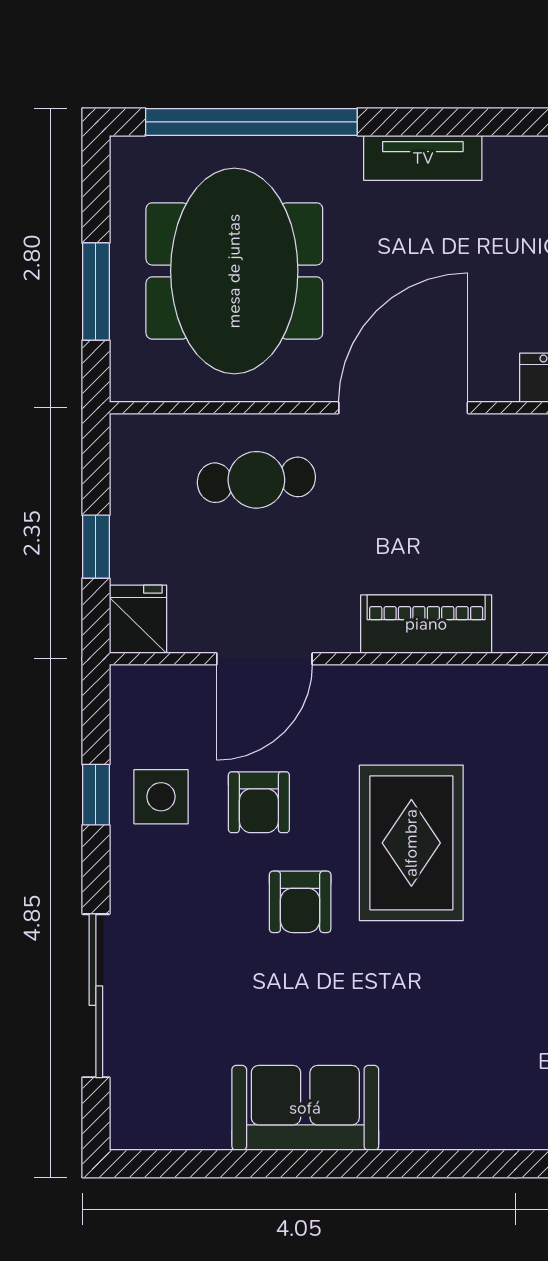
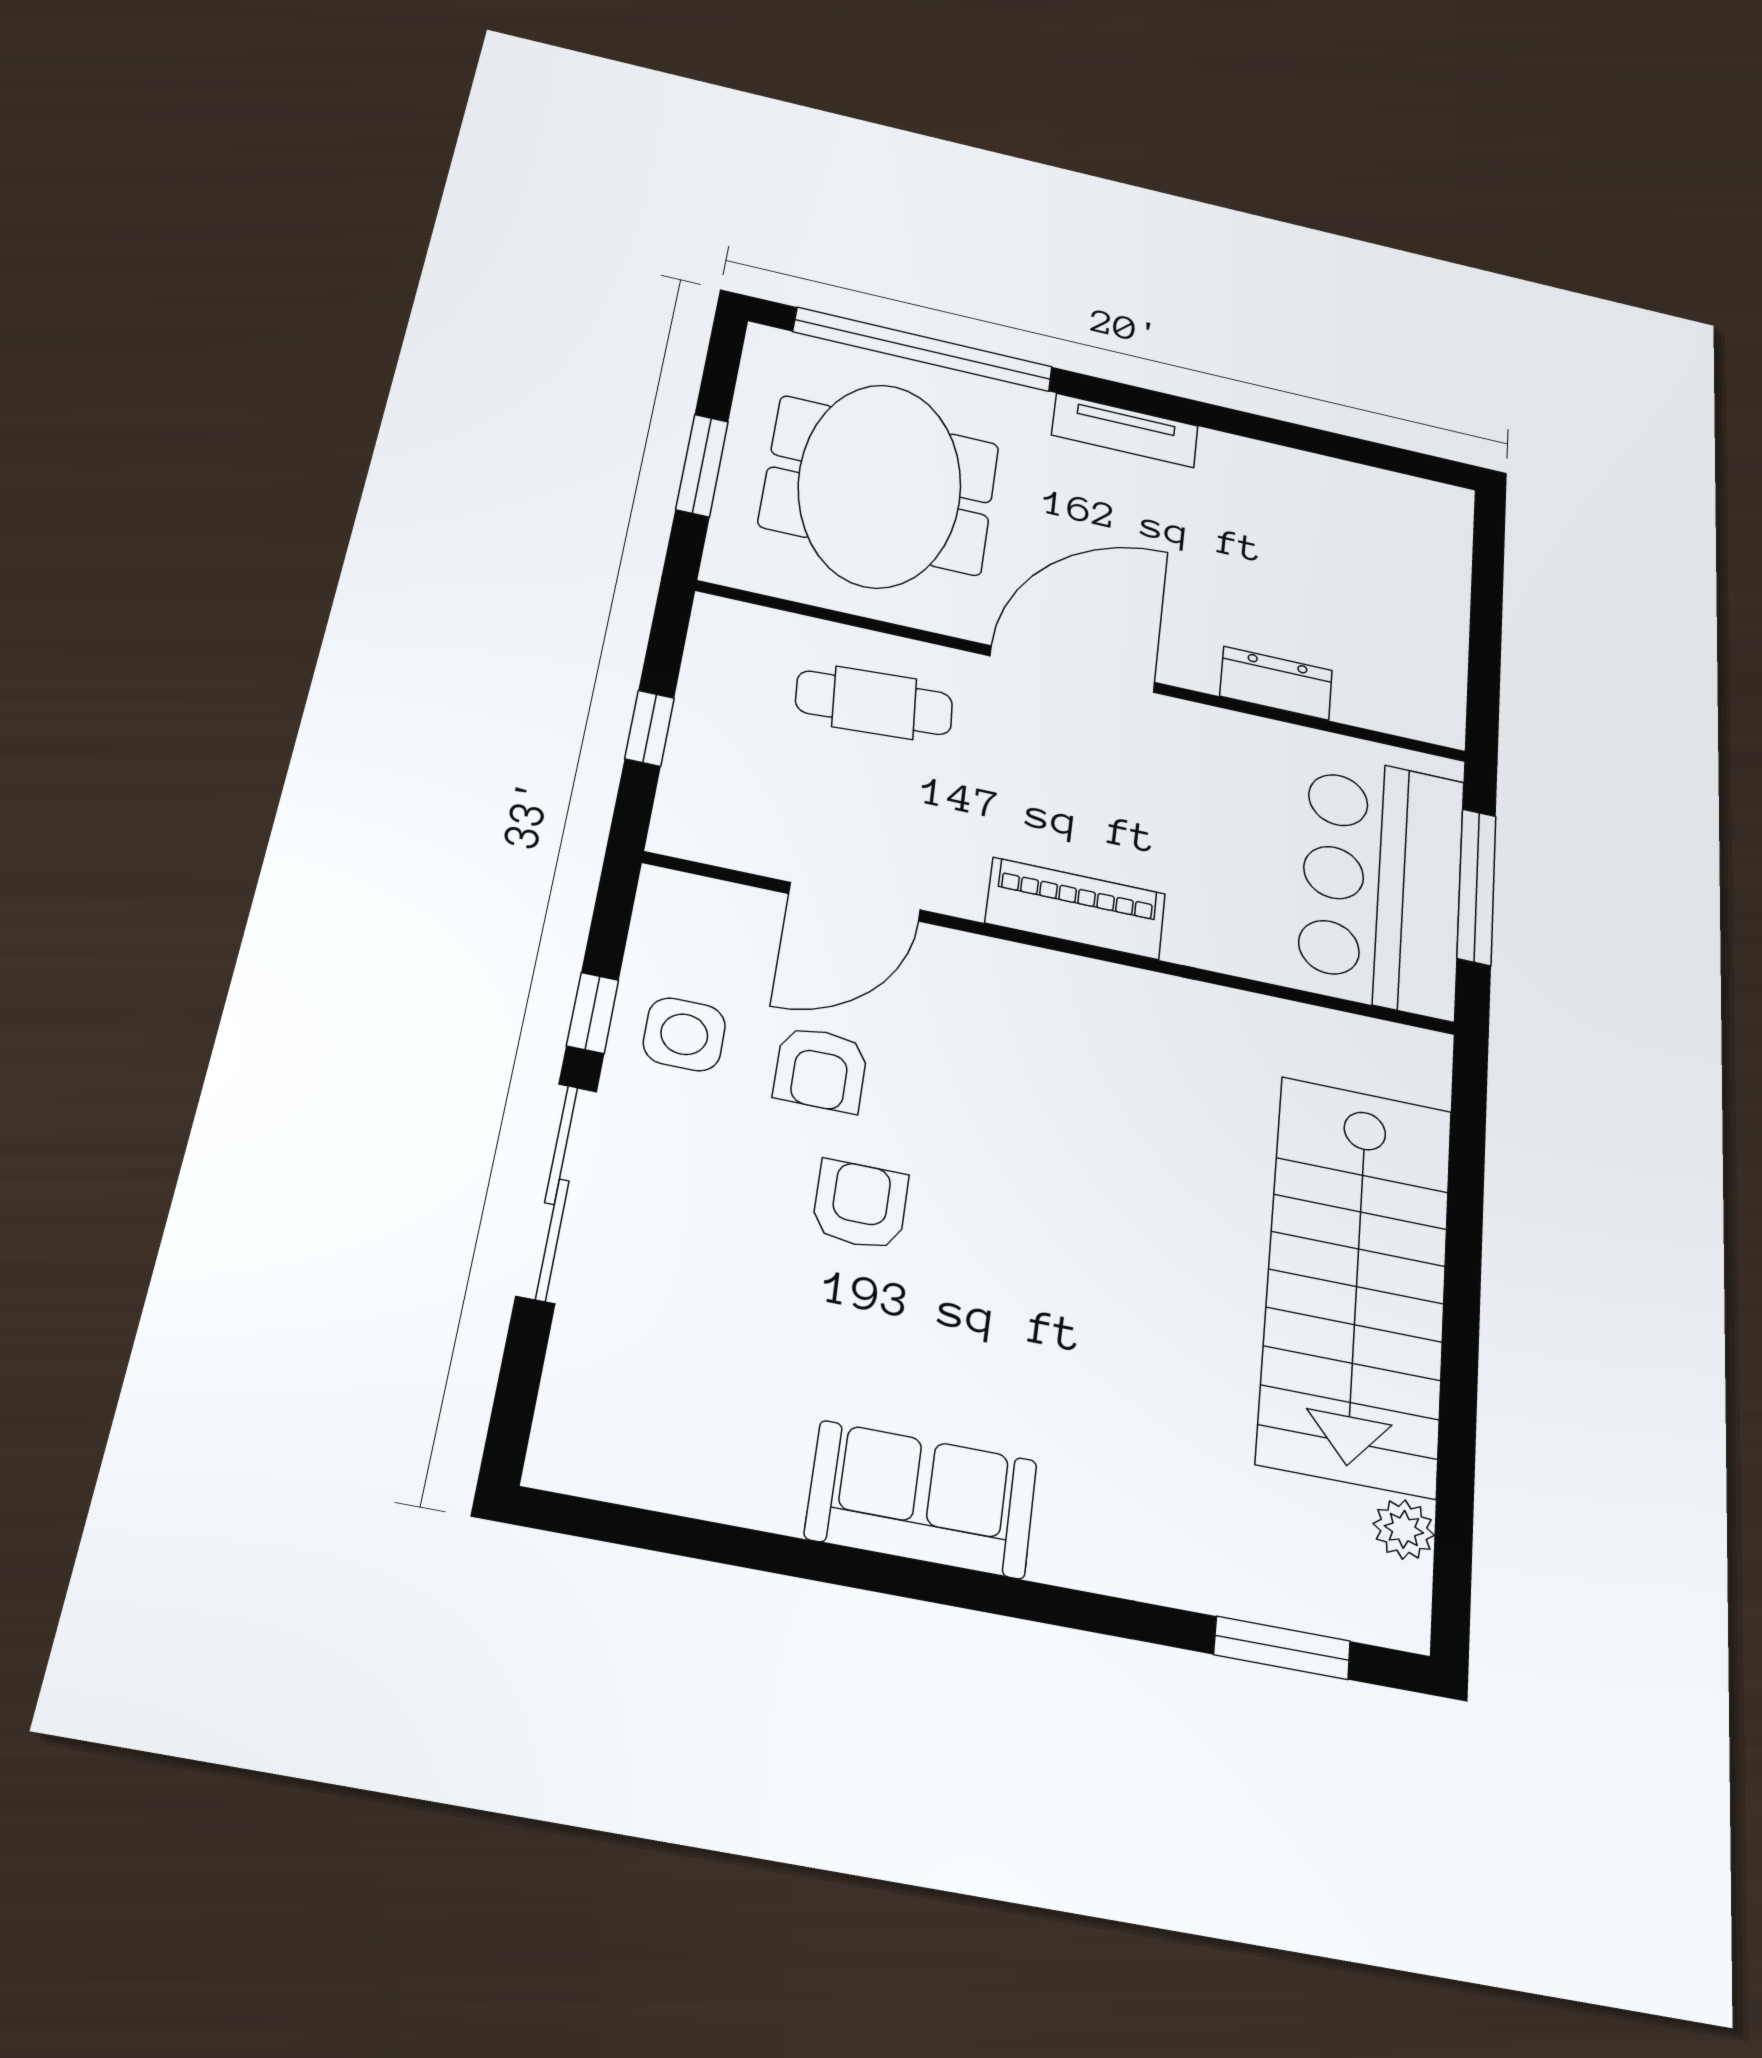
fridge: (138, 619) -> (691, 821), removed
rug: (411, 843) -> (1026, 1162), removed
armchair: (300, 902) -> (860, 1205), turned 180
sliding door: (96, 996) -> (557, 1192), moved
sofa: (305, 1108) -> (922, 1499), moved

